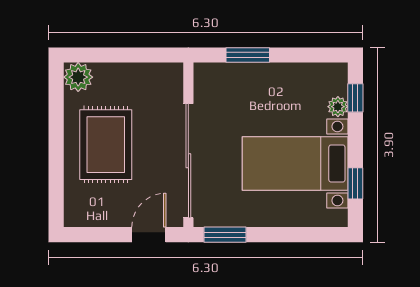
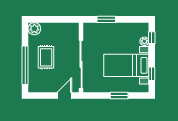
rug: (106, 145) -> (46, 57), width x0.73, depth x0.70
window: (56, 163) -> (25, 65), added
window: (225, 235) -> (119, 95), moved

